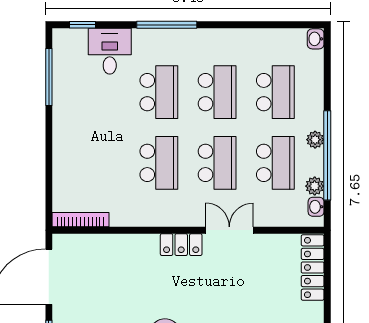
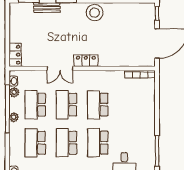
locker: (313, 268) -> (15, 55), width x0.66

